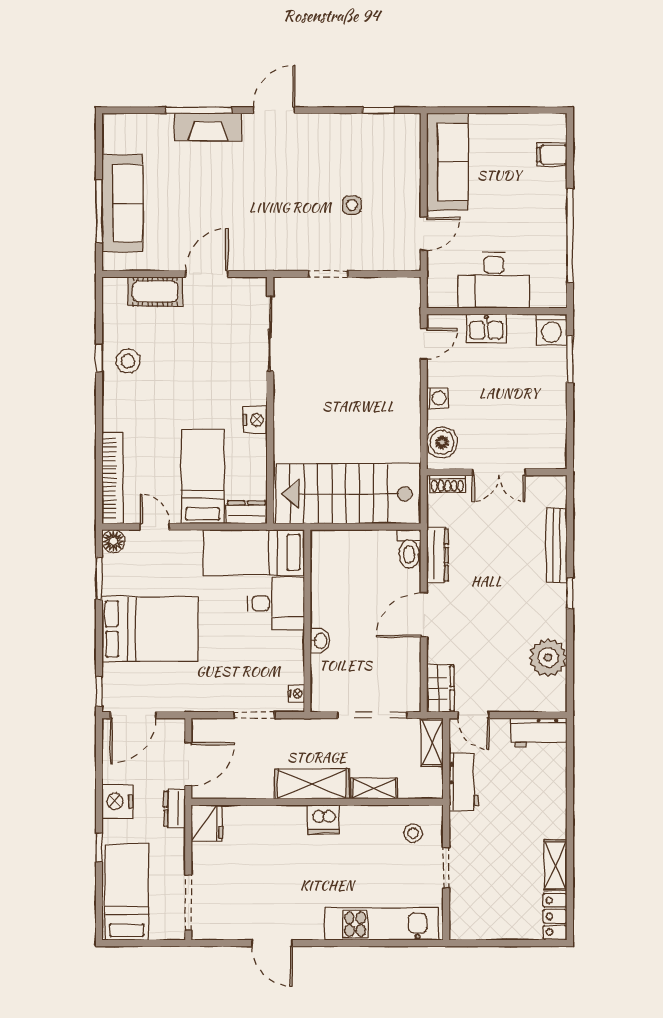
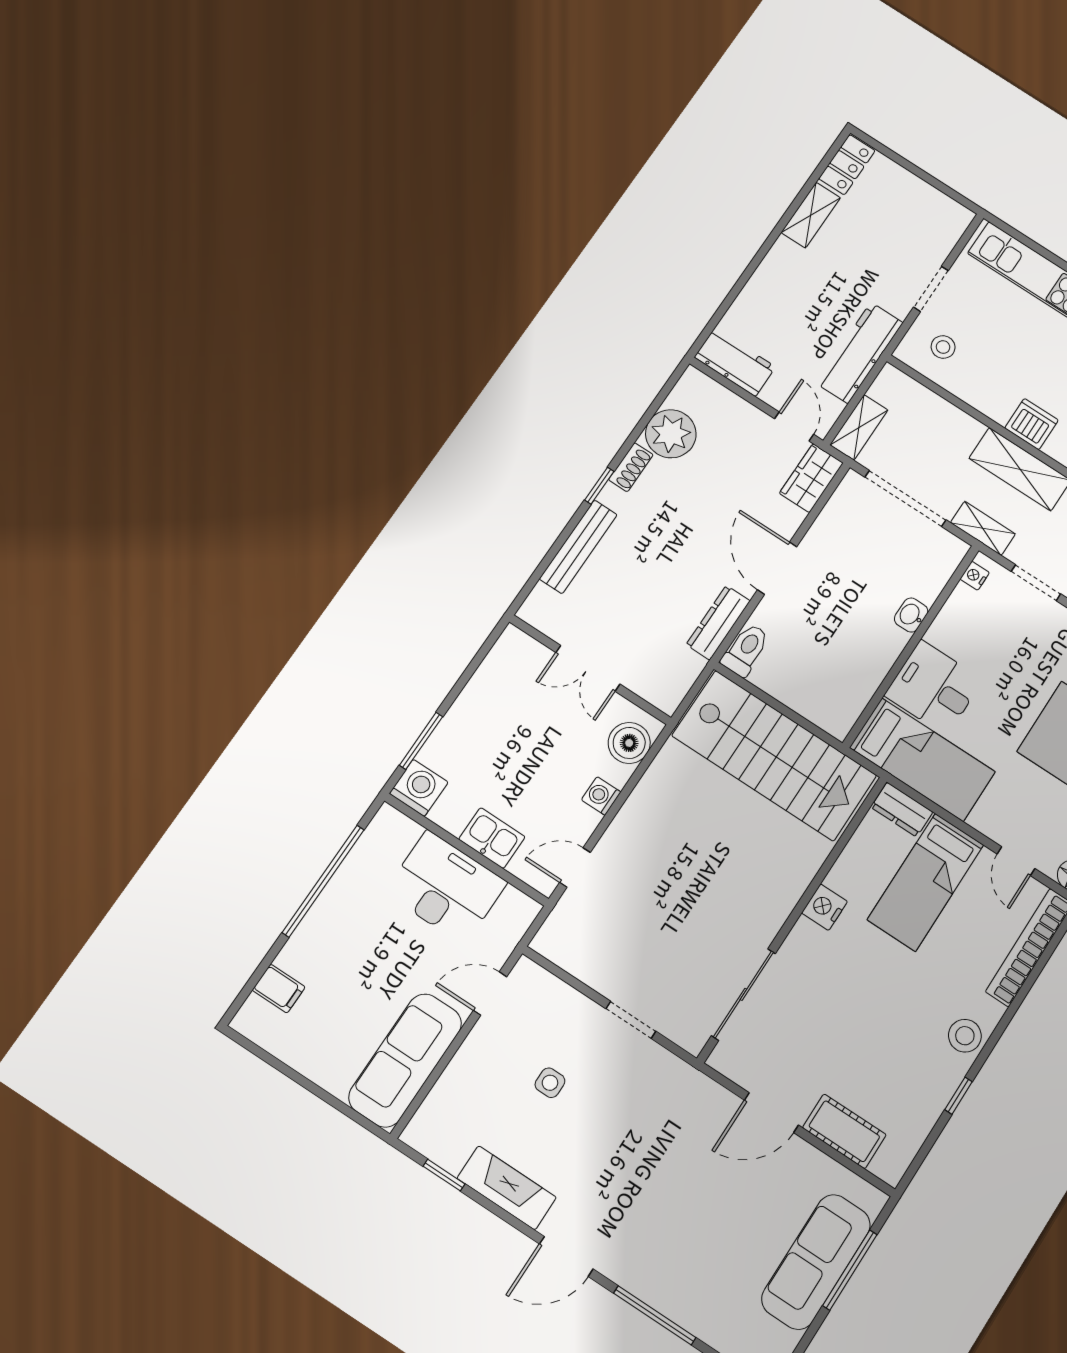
fireplace: (208, 127) -> (507, 1188), moved
stool: (128, 361) -> (965, 1036), moved
double door: (499, 472) -> (588, 668), swing flipped
shoe rack: (448, 484) -> (631, 467), moved, turned 90
door: (424, 615) -> (777, 568), swing flipped
workbench: (464, 782) -> (860, 353), width x1.38
shelving: (374, 788) -> (983, 528), moved

